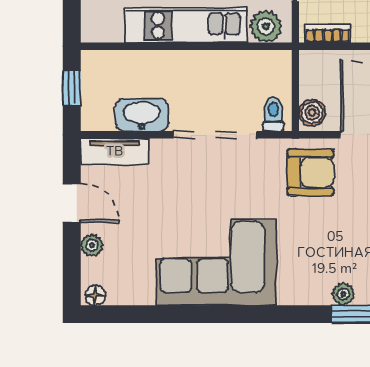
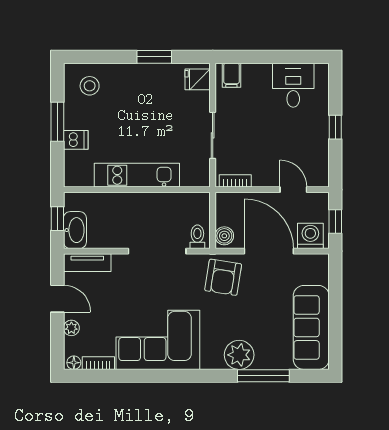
plant: (266, 26) -> (192, 176), removed
washbasin: (142, 115) -> (75, 230), moved, turned 90
armchair: (310, 172) -> (223, 277), turned 99
plant: (343, 294) -> (239, 355), width x1.88, depth x1.88
bookcase: (131, 296) -> (98, 363), added

